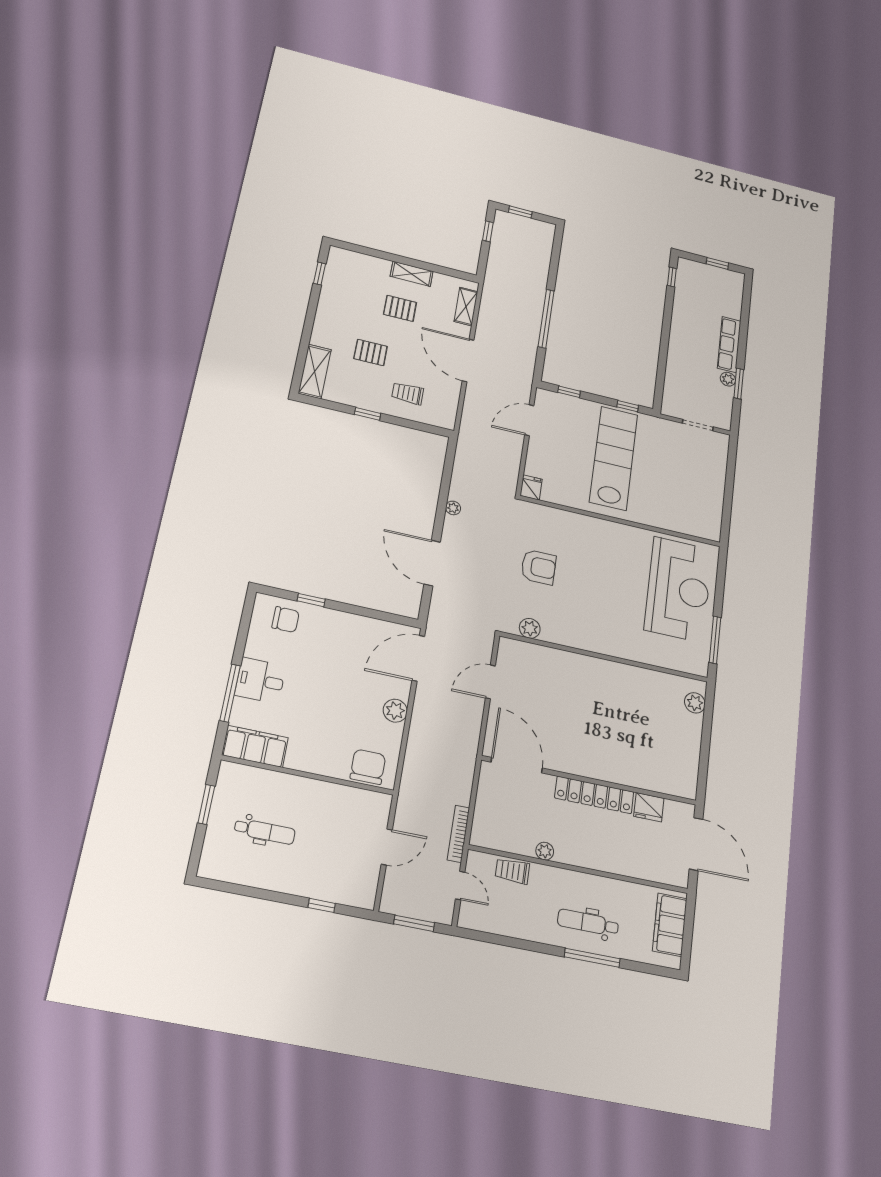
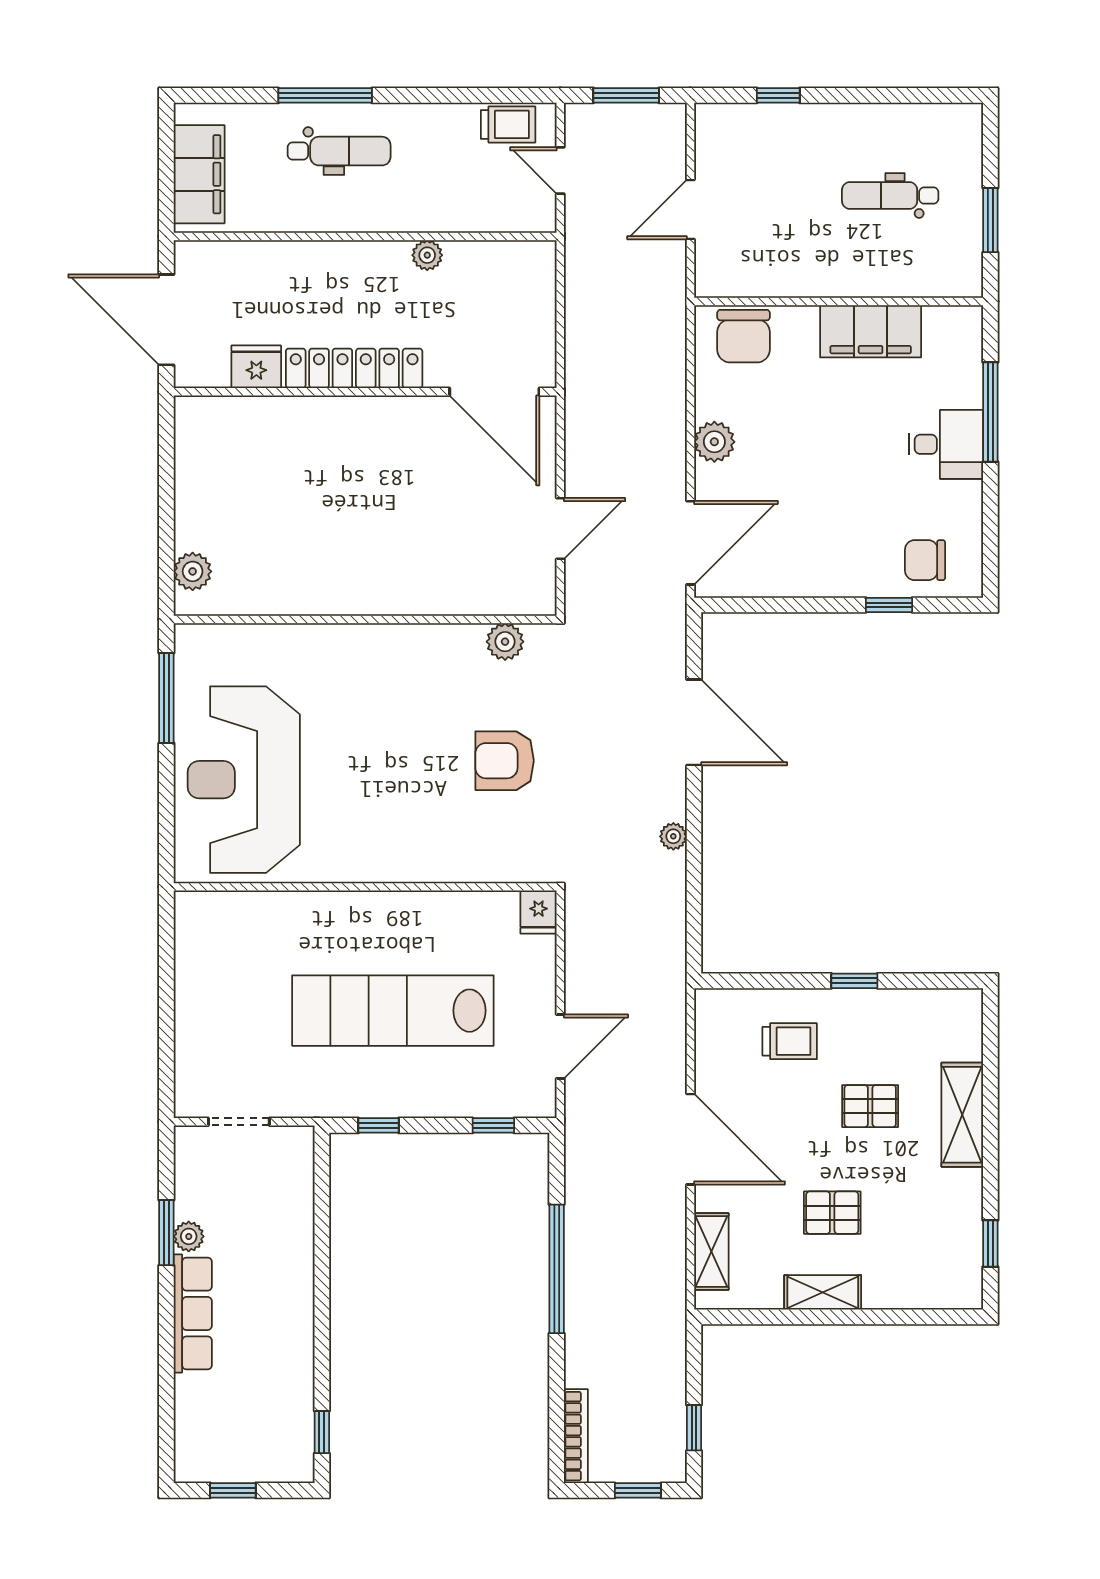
shelving: (315, 371) -> (962, 1115), moved
lab bench: (614, 458) -> (393, 1011), turned 90
filing cabinet: (255, 746) -> (871, 331), moved
bookcase: (458, 834) -> (576, 1436), moved
trolley: (512, 871) -> (508, 124), moved

